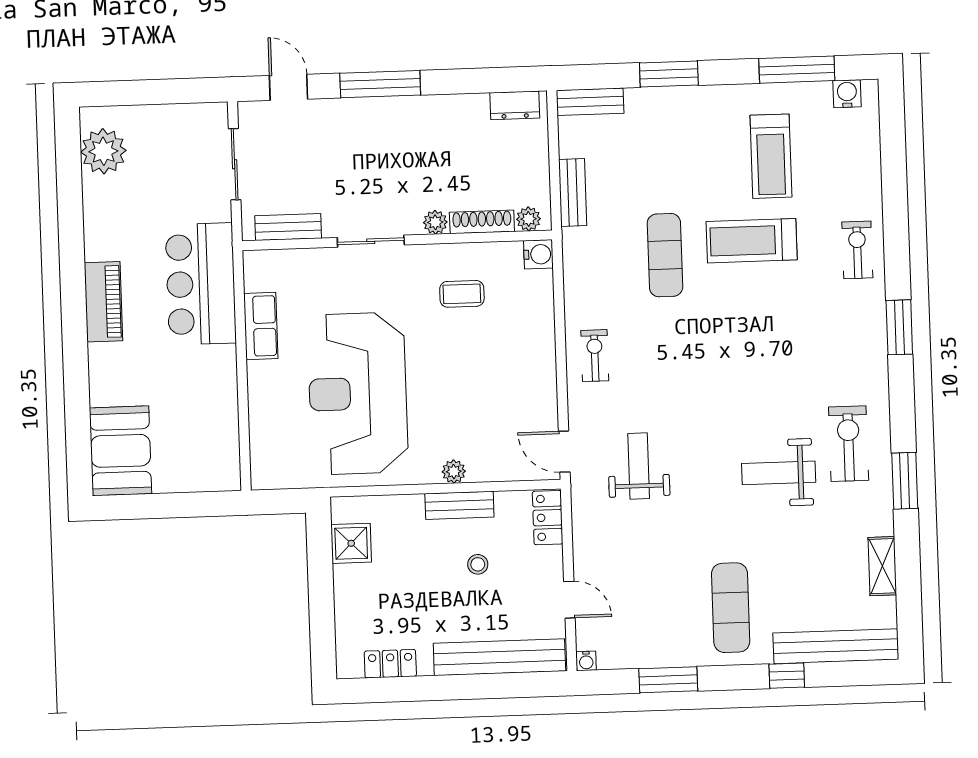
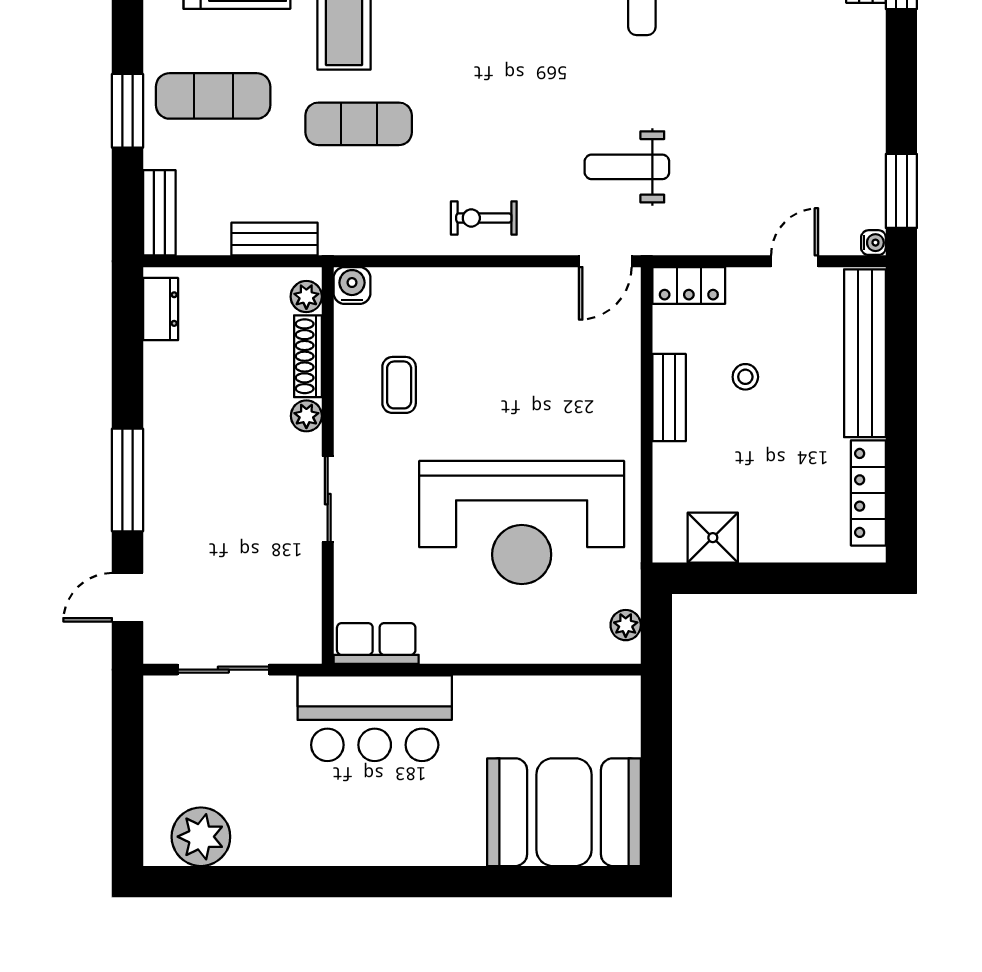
bench: (288, 227) -> (306, 604), removed
piano: (104, 302) -> (393, 843), removed
row of seats: (261, 326) -> (376, 643), moved
booth: (121, 451) -> (564, 812), width x1.36, depth x1.42
plant: (454, 472) -> (626, 625), moved
exercise mat: (731, 608) -> (213, 96), moved
locker: (390, 664) -> (868, 493), width x1.53
window: (668, 680) -> (901, 191), moved

